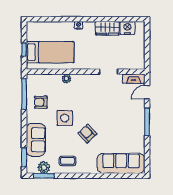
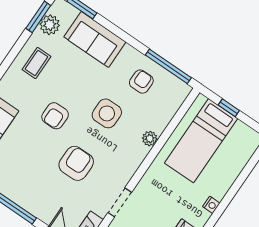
armchair: (104, 107) -> (76, 163), added
side table: (65, 118) -> (107, 113), moved
armchair: (87, 134) -> (55, 116), turned 133

